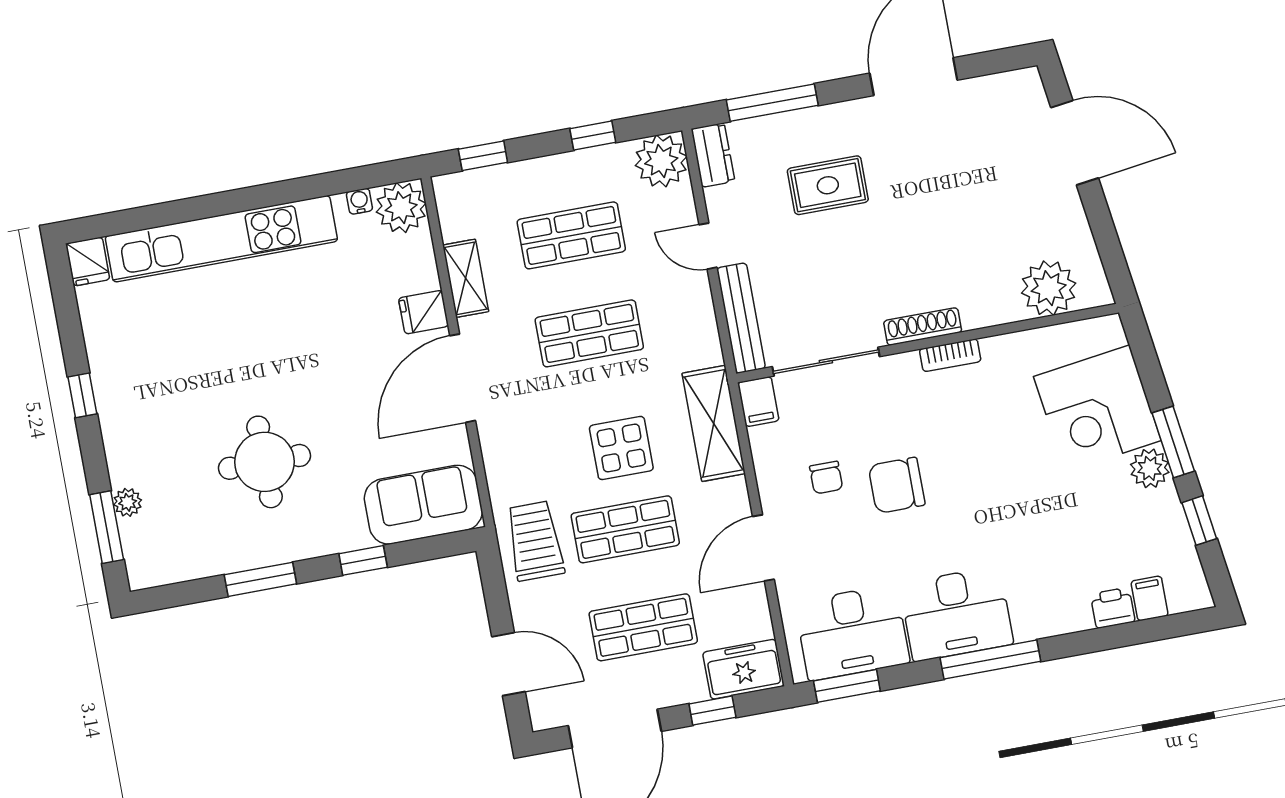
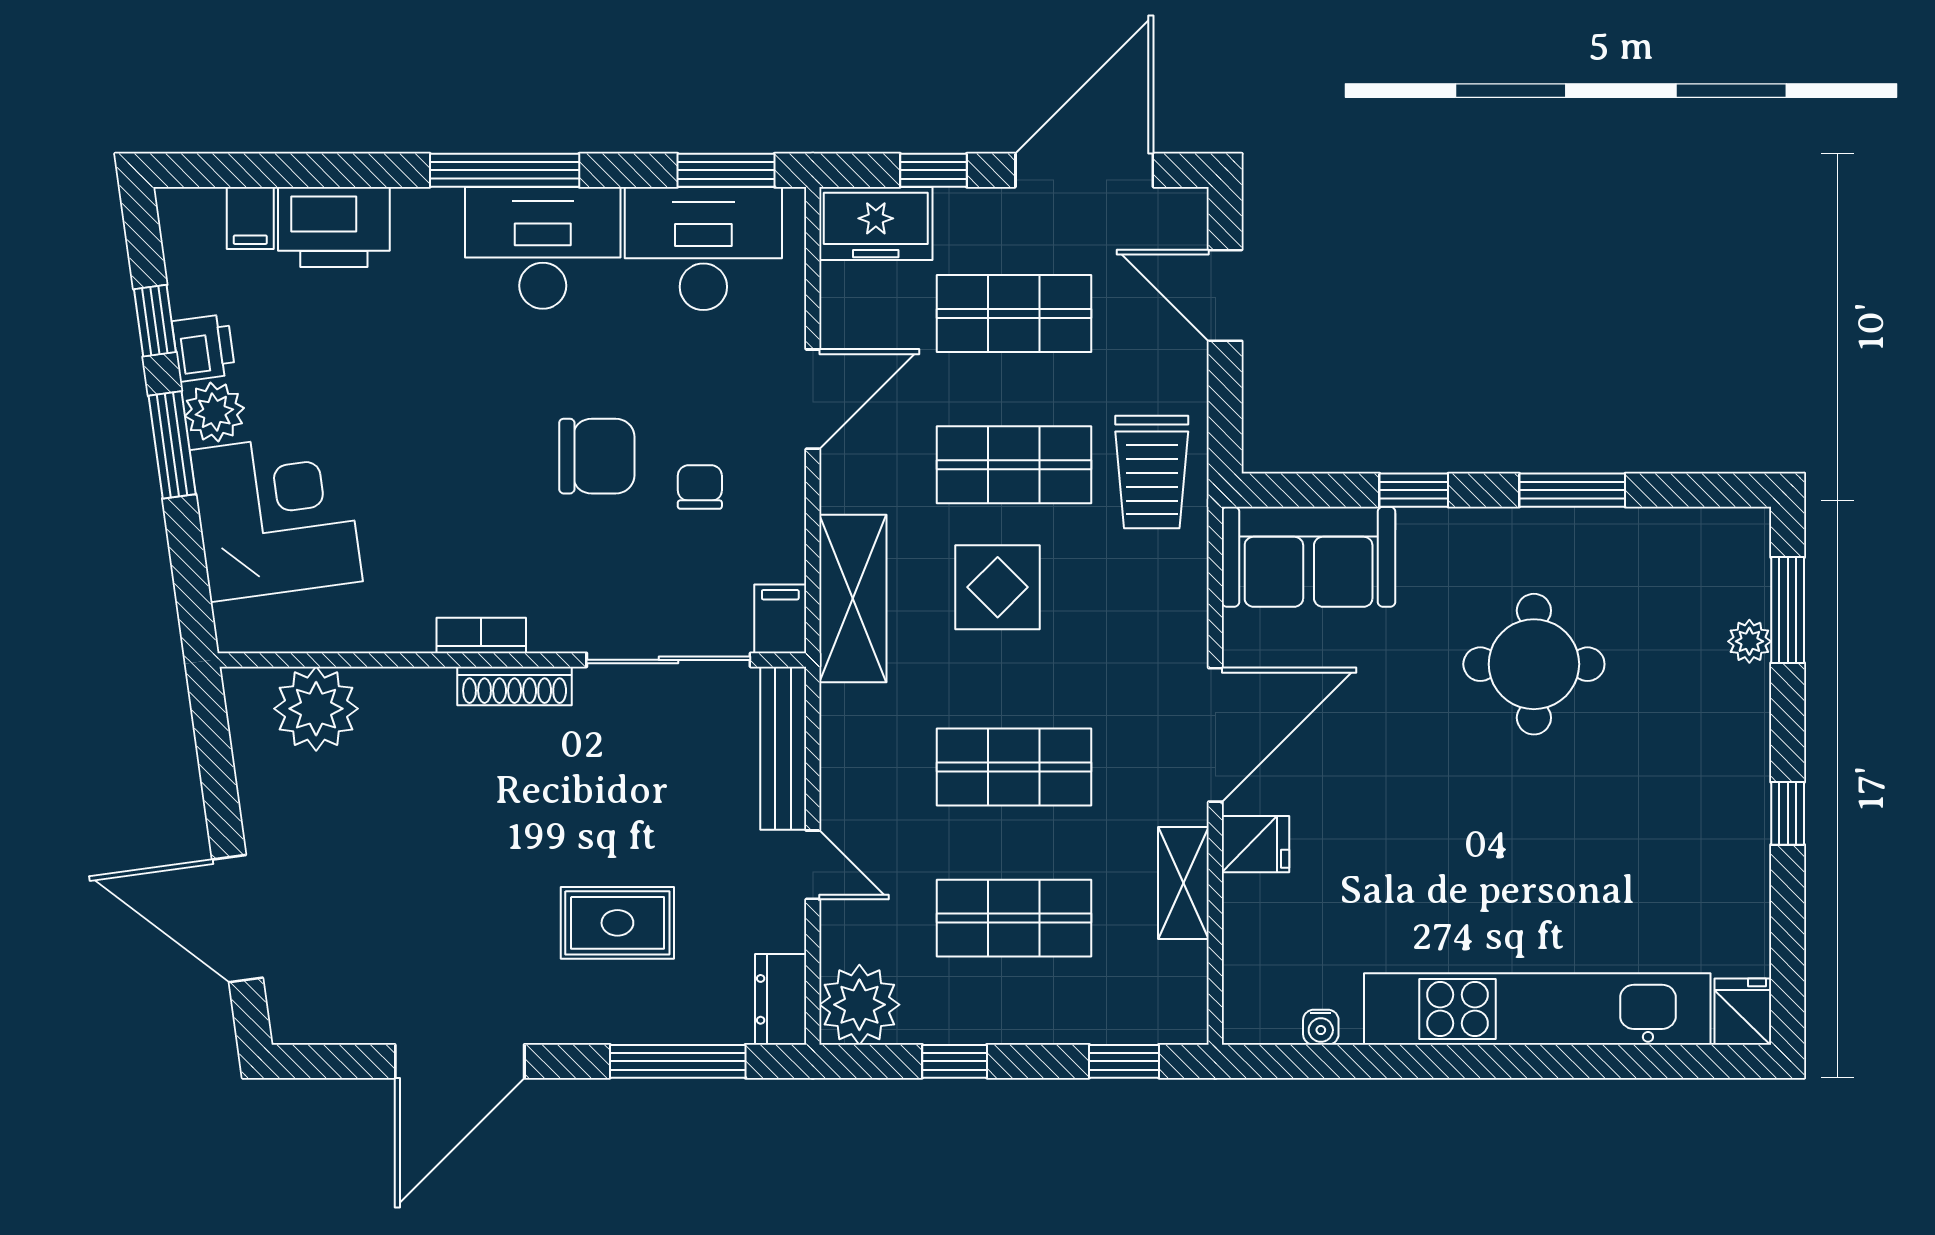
plant: (401, 208) -> (1260, 1006), removed
printer: (1164, 509) -> (204, 348), added
printer: (1113, 608) -> (334, 227), width x1.87, depth x1.48

